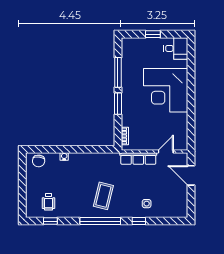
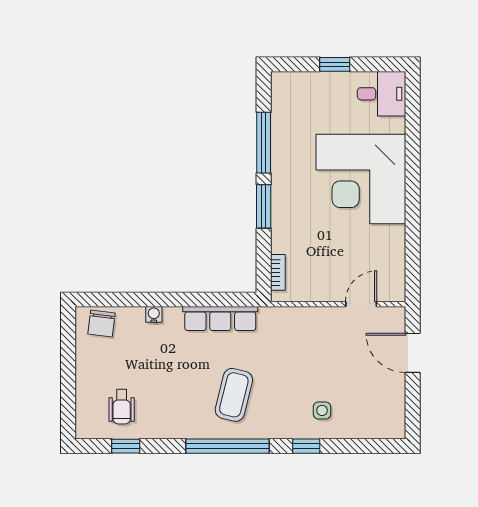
row of seats: (138, 159) -> (220, 319), moved

